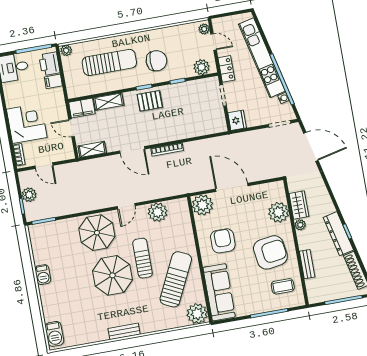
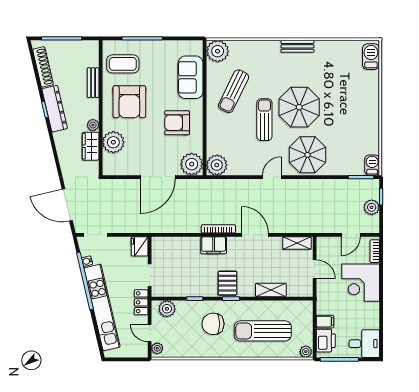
pallet: (150, 101) -> (228, 283), turned 90
filing cabinet: (82, 108) -> (214, 245), moved, turned 180
door: (44, 166) -> (351, 235), swing flipped
door: (232, 187) -> (158, 177), hinge flipped
plant: (158, 212) -> (217, 165), moved
armchair: (223, 241) -> (177, 123), turned 90
armchair: (270, 252) -> (129, 102), turned -82
sun lounger: (143, 258) -> (264, 120), turned 180
barbecue: (43, 275) -> (372, 165), moved
sun lounger: (176, 279) -> (234, 91), width x0.73, depth x0.75
coffee table: (283, 286) -> (123, 64), width x1.36, depth x1.30
sofa: (219, 292) -> (191, 77), width x0.73

